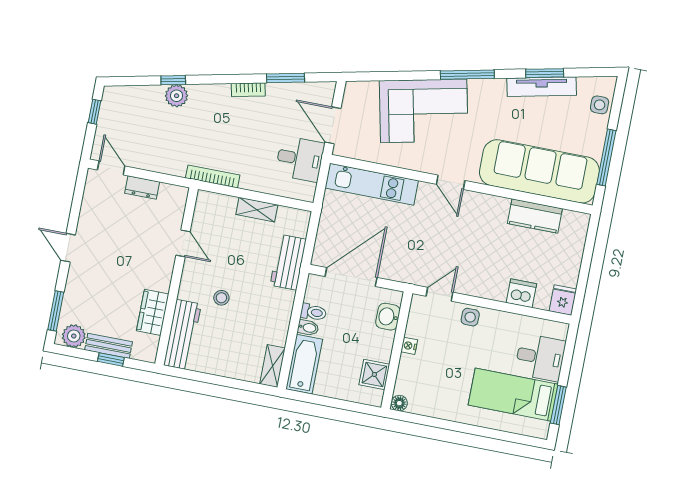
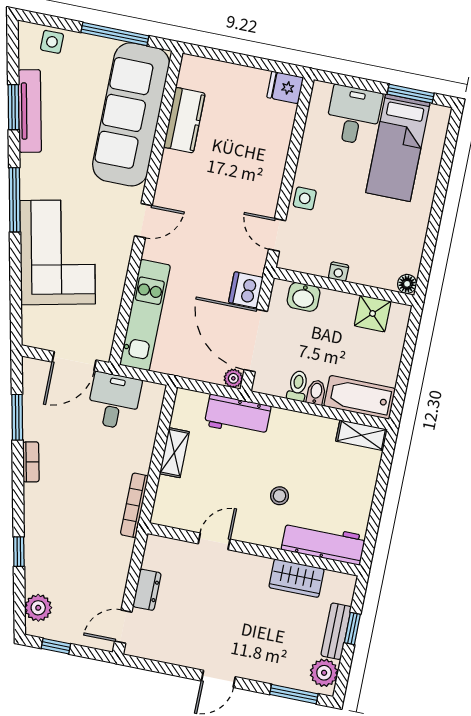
plant: (177, 96) -> (38, 608), moved
plant: (319, 258) -> (233, 378), added
dishwasher: (521, 293) -> (246, 290), moved

